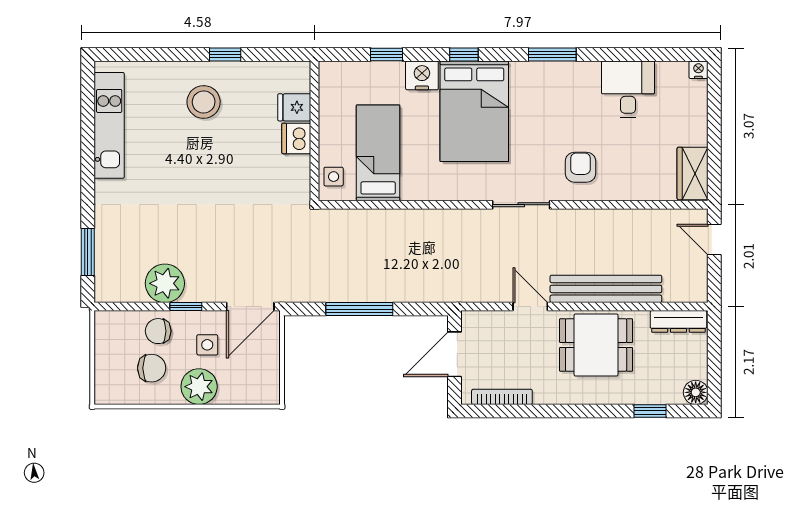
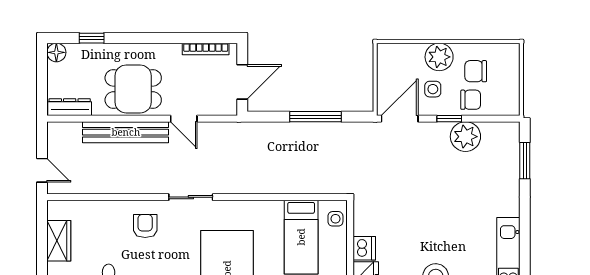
armchair: (580, 167) -> (145, 226), turned 180
wardrobe: (693, 173) -> (59, 241), moved

